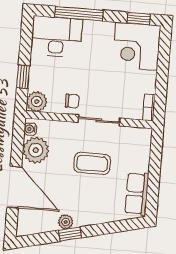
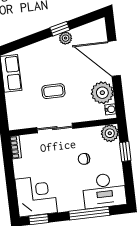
chair: (72, 101) -> (84, 159), moved
coffee table: (92, 163) -> (53, 91), width x0.73, depth x0.77

